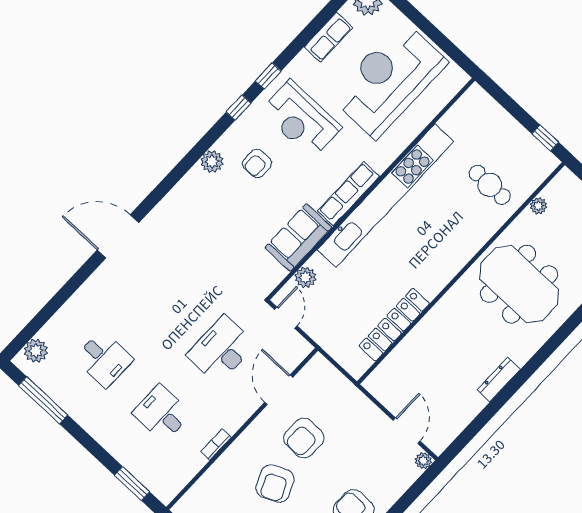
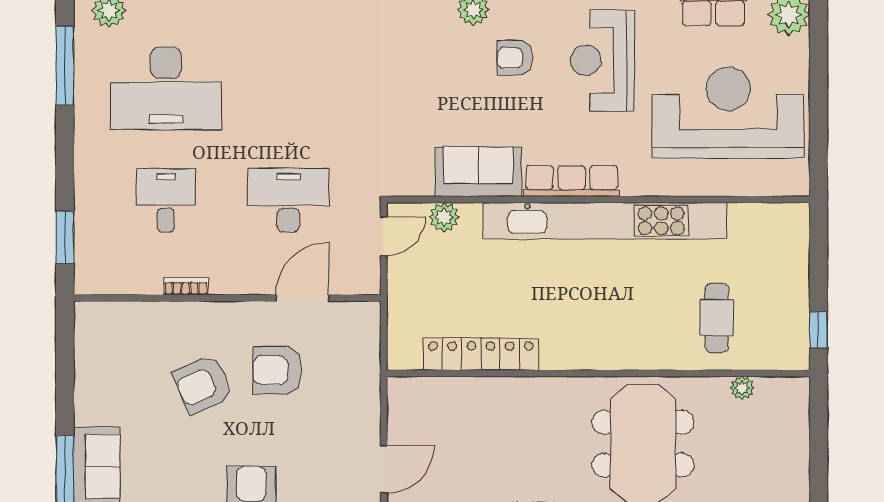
desk: (104, 359) -> (166, 88), width x1.87, depth x1.30

